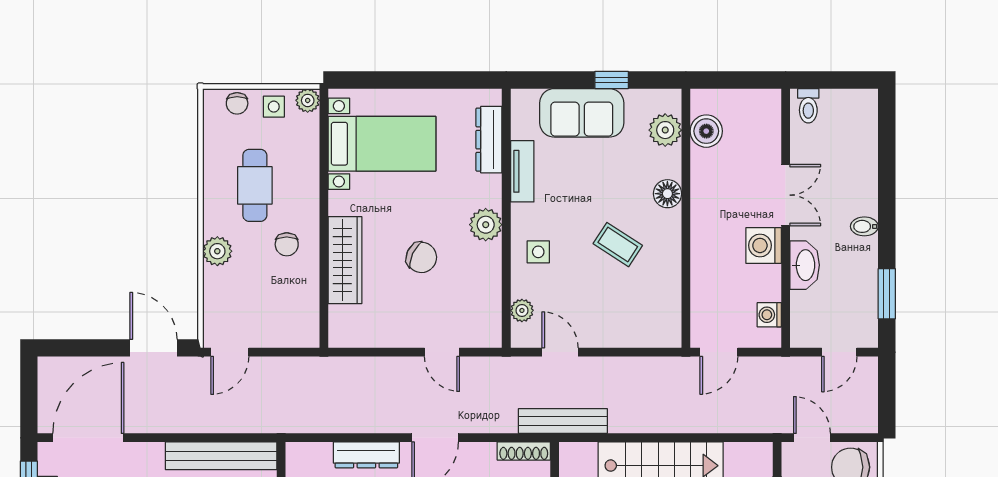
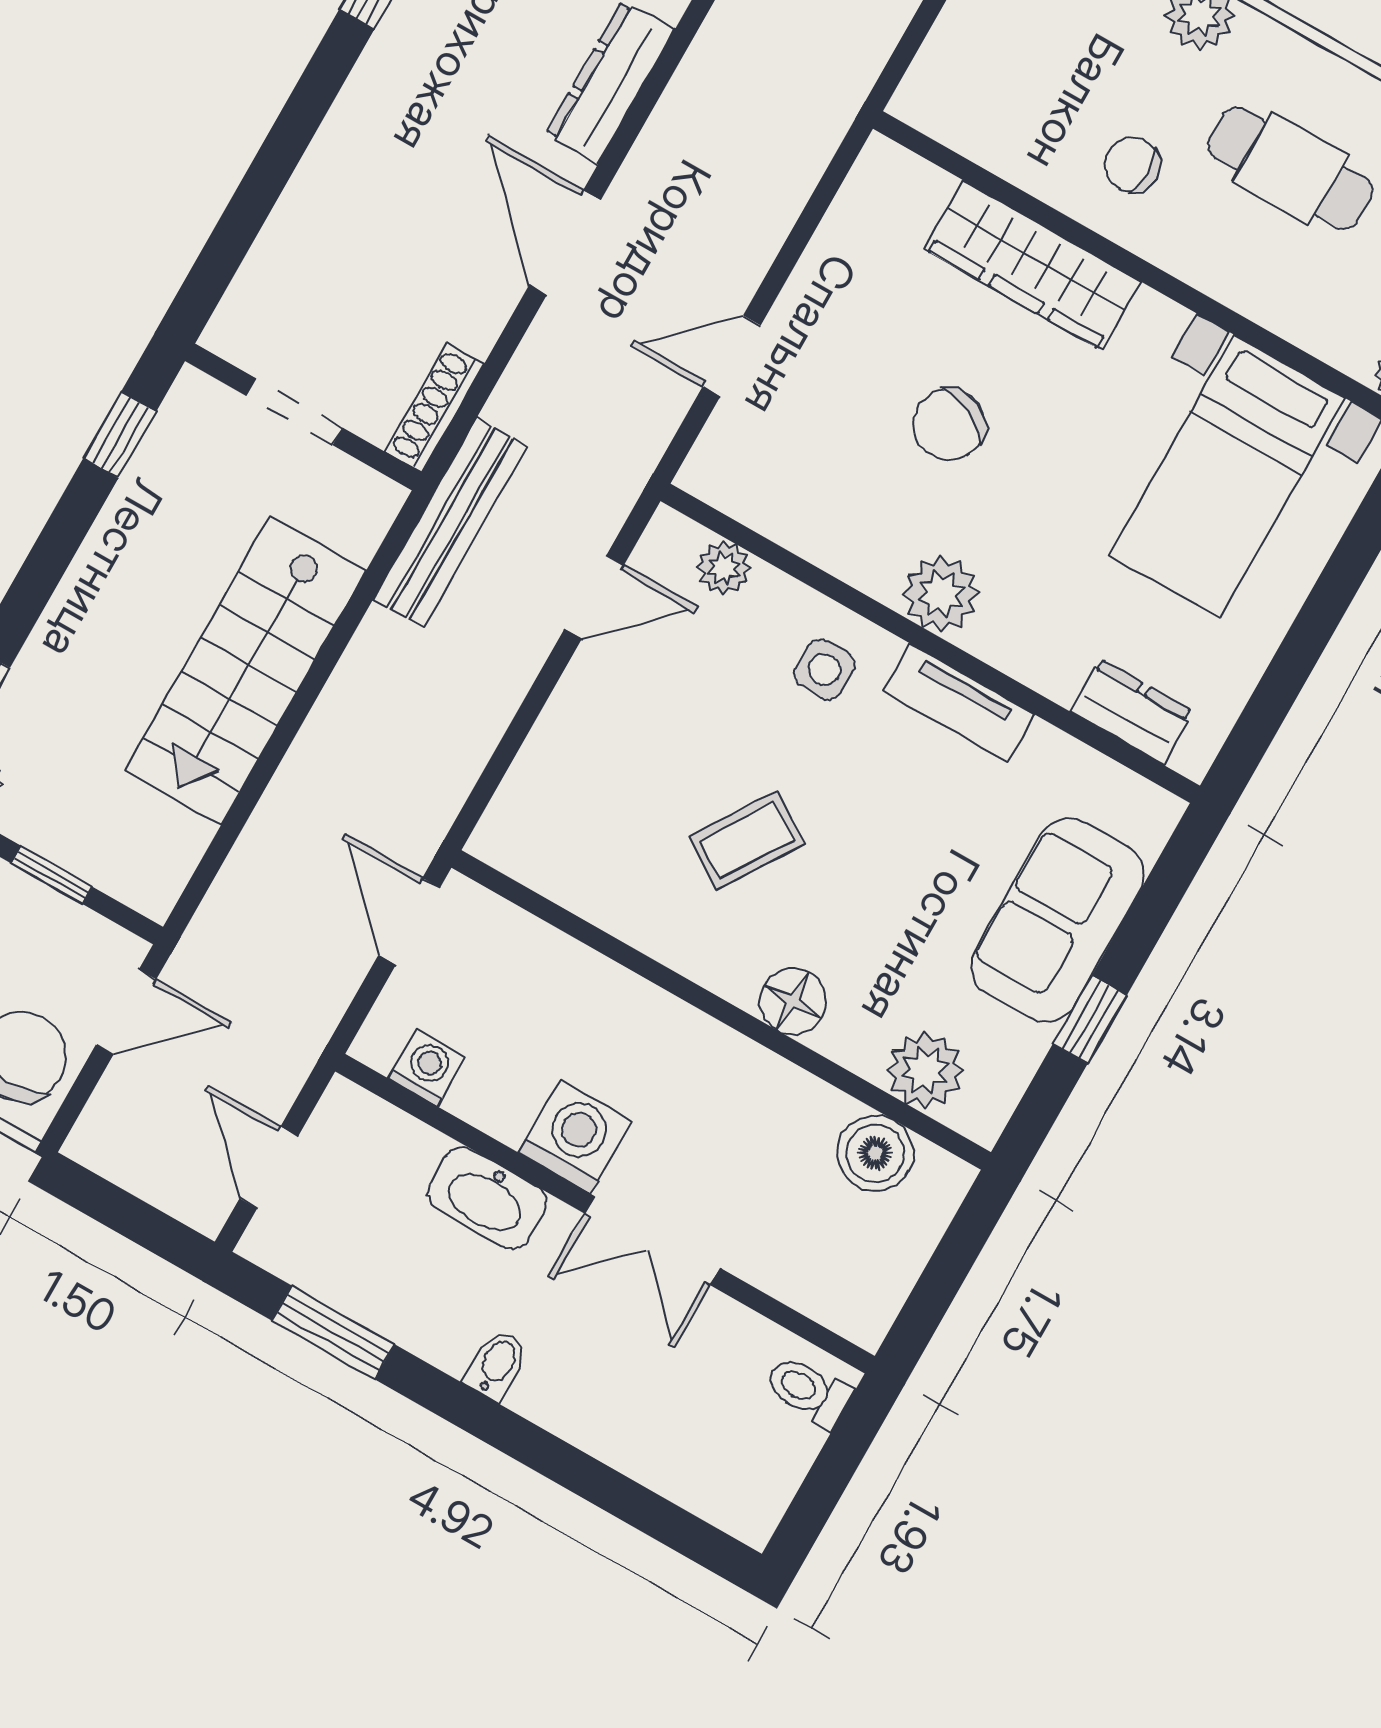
dresser: (489, 140) -> (1132, 711), width x0.70
tv unit: (522, 171) -> (959, 703), moved

